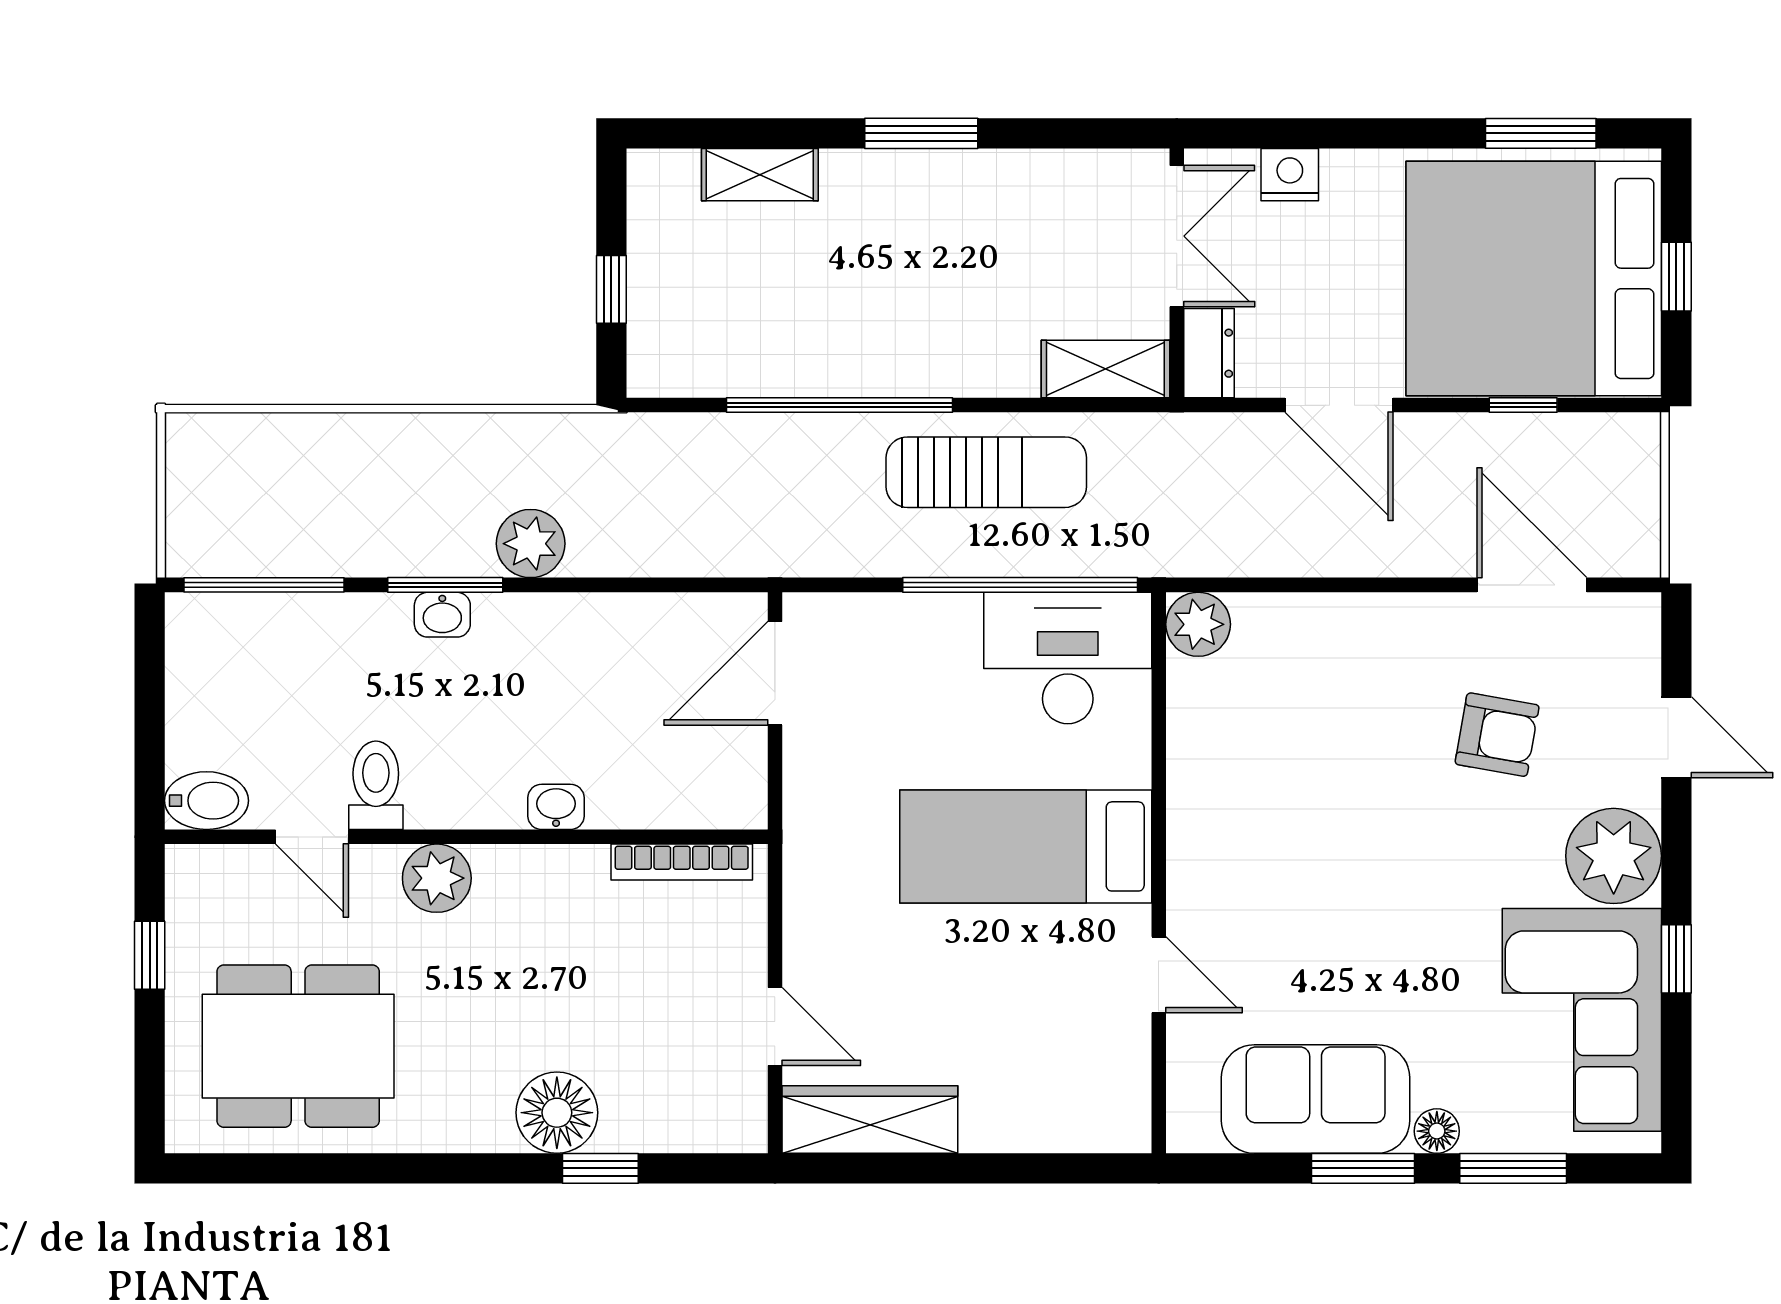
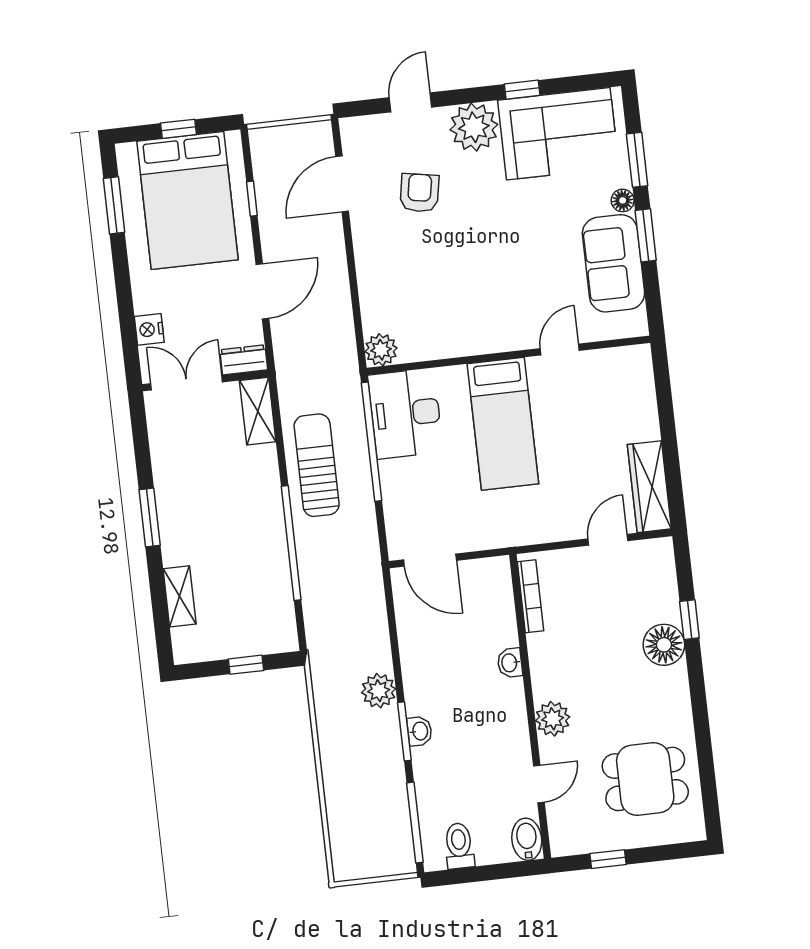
bed: (1534, 278) -> (188, 201), width x0.73
toilet: (376, 785) -> (459, 846), moved, turned 90
dining table: (298, 1046) -> (645, 779), width x0.73

